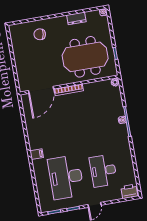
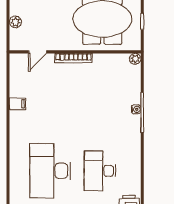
plant: (20, 70) -> (15, 22), added
door: (41, 90) -> (38, 52), width x0.53
filing cabinet: (37, 154) -> (17, 104), moved

